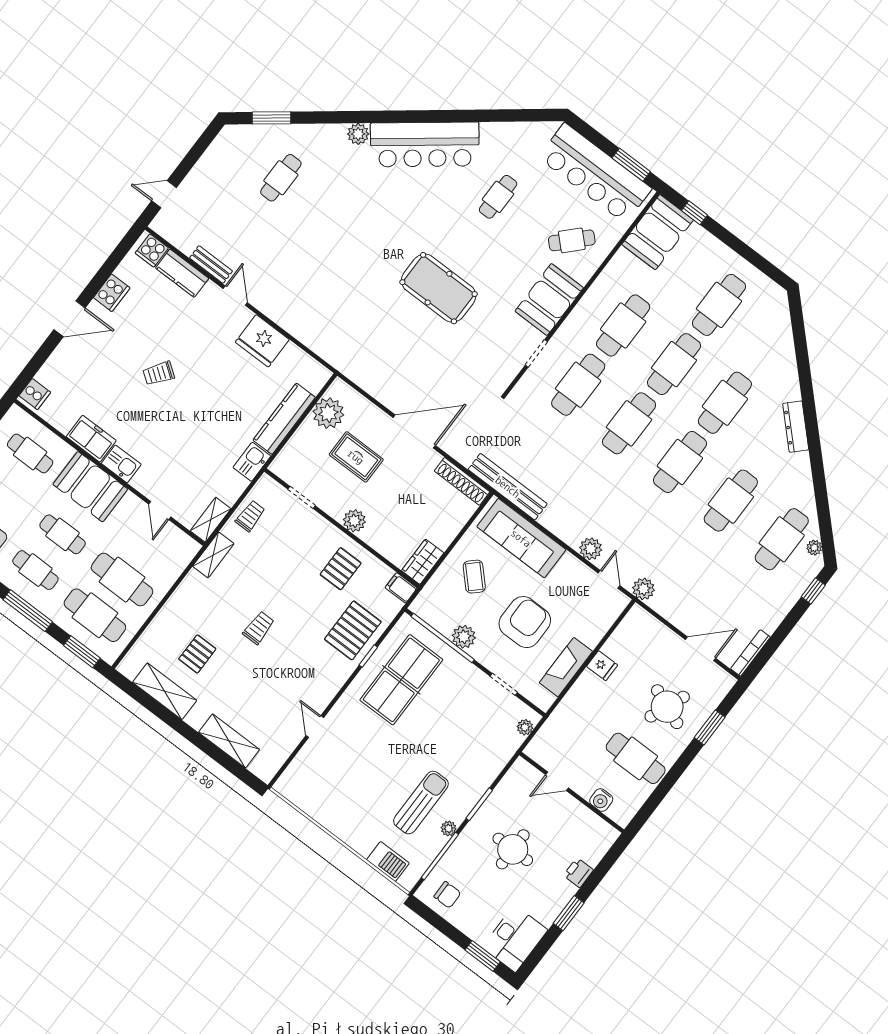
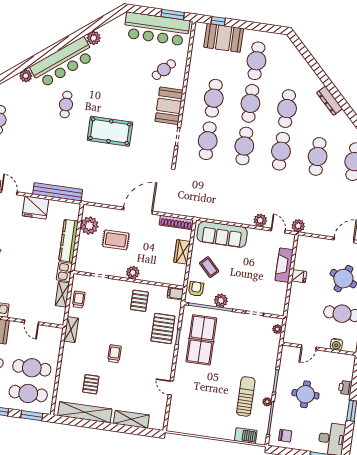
plant: (492, 134) -> (94, 38), added
cafe table: (498, 197) -> (66, 105), moved
booth: (658, 232) -> (224, 38), moved, turned 90
bench: (508, 487) -> (58, 192), moved
shelving: (211, 520) -> (62, 294), moved
wardrobe: (423, 562) -> (182, 252), moved
armchair: (525, 622) -> (196, 289), moved, width x0.53, depth x0.53
fireplace: (566, 667) -> (284, 265), moved
shelving: (165, 691) -> (85, 412), width x1.47

